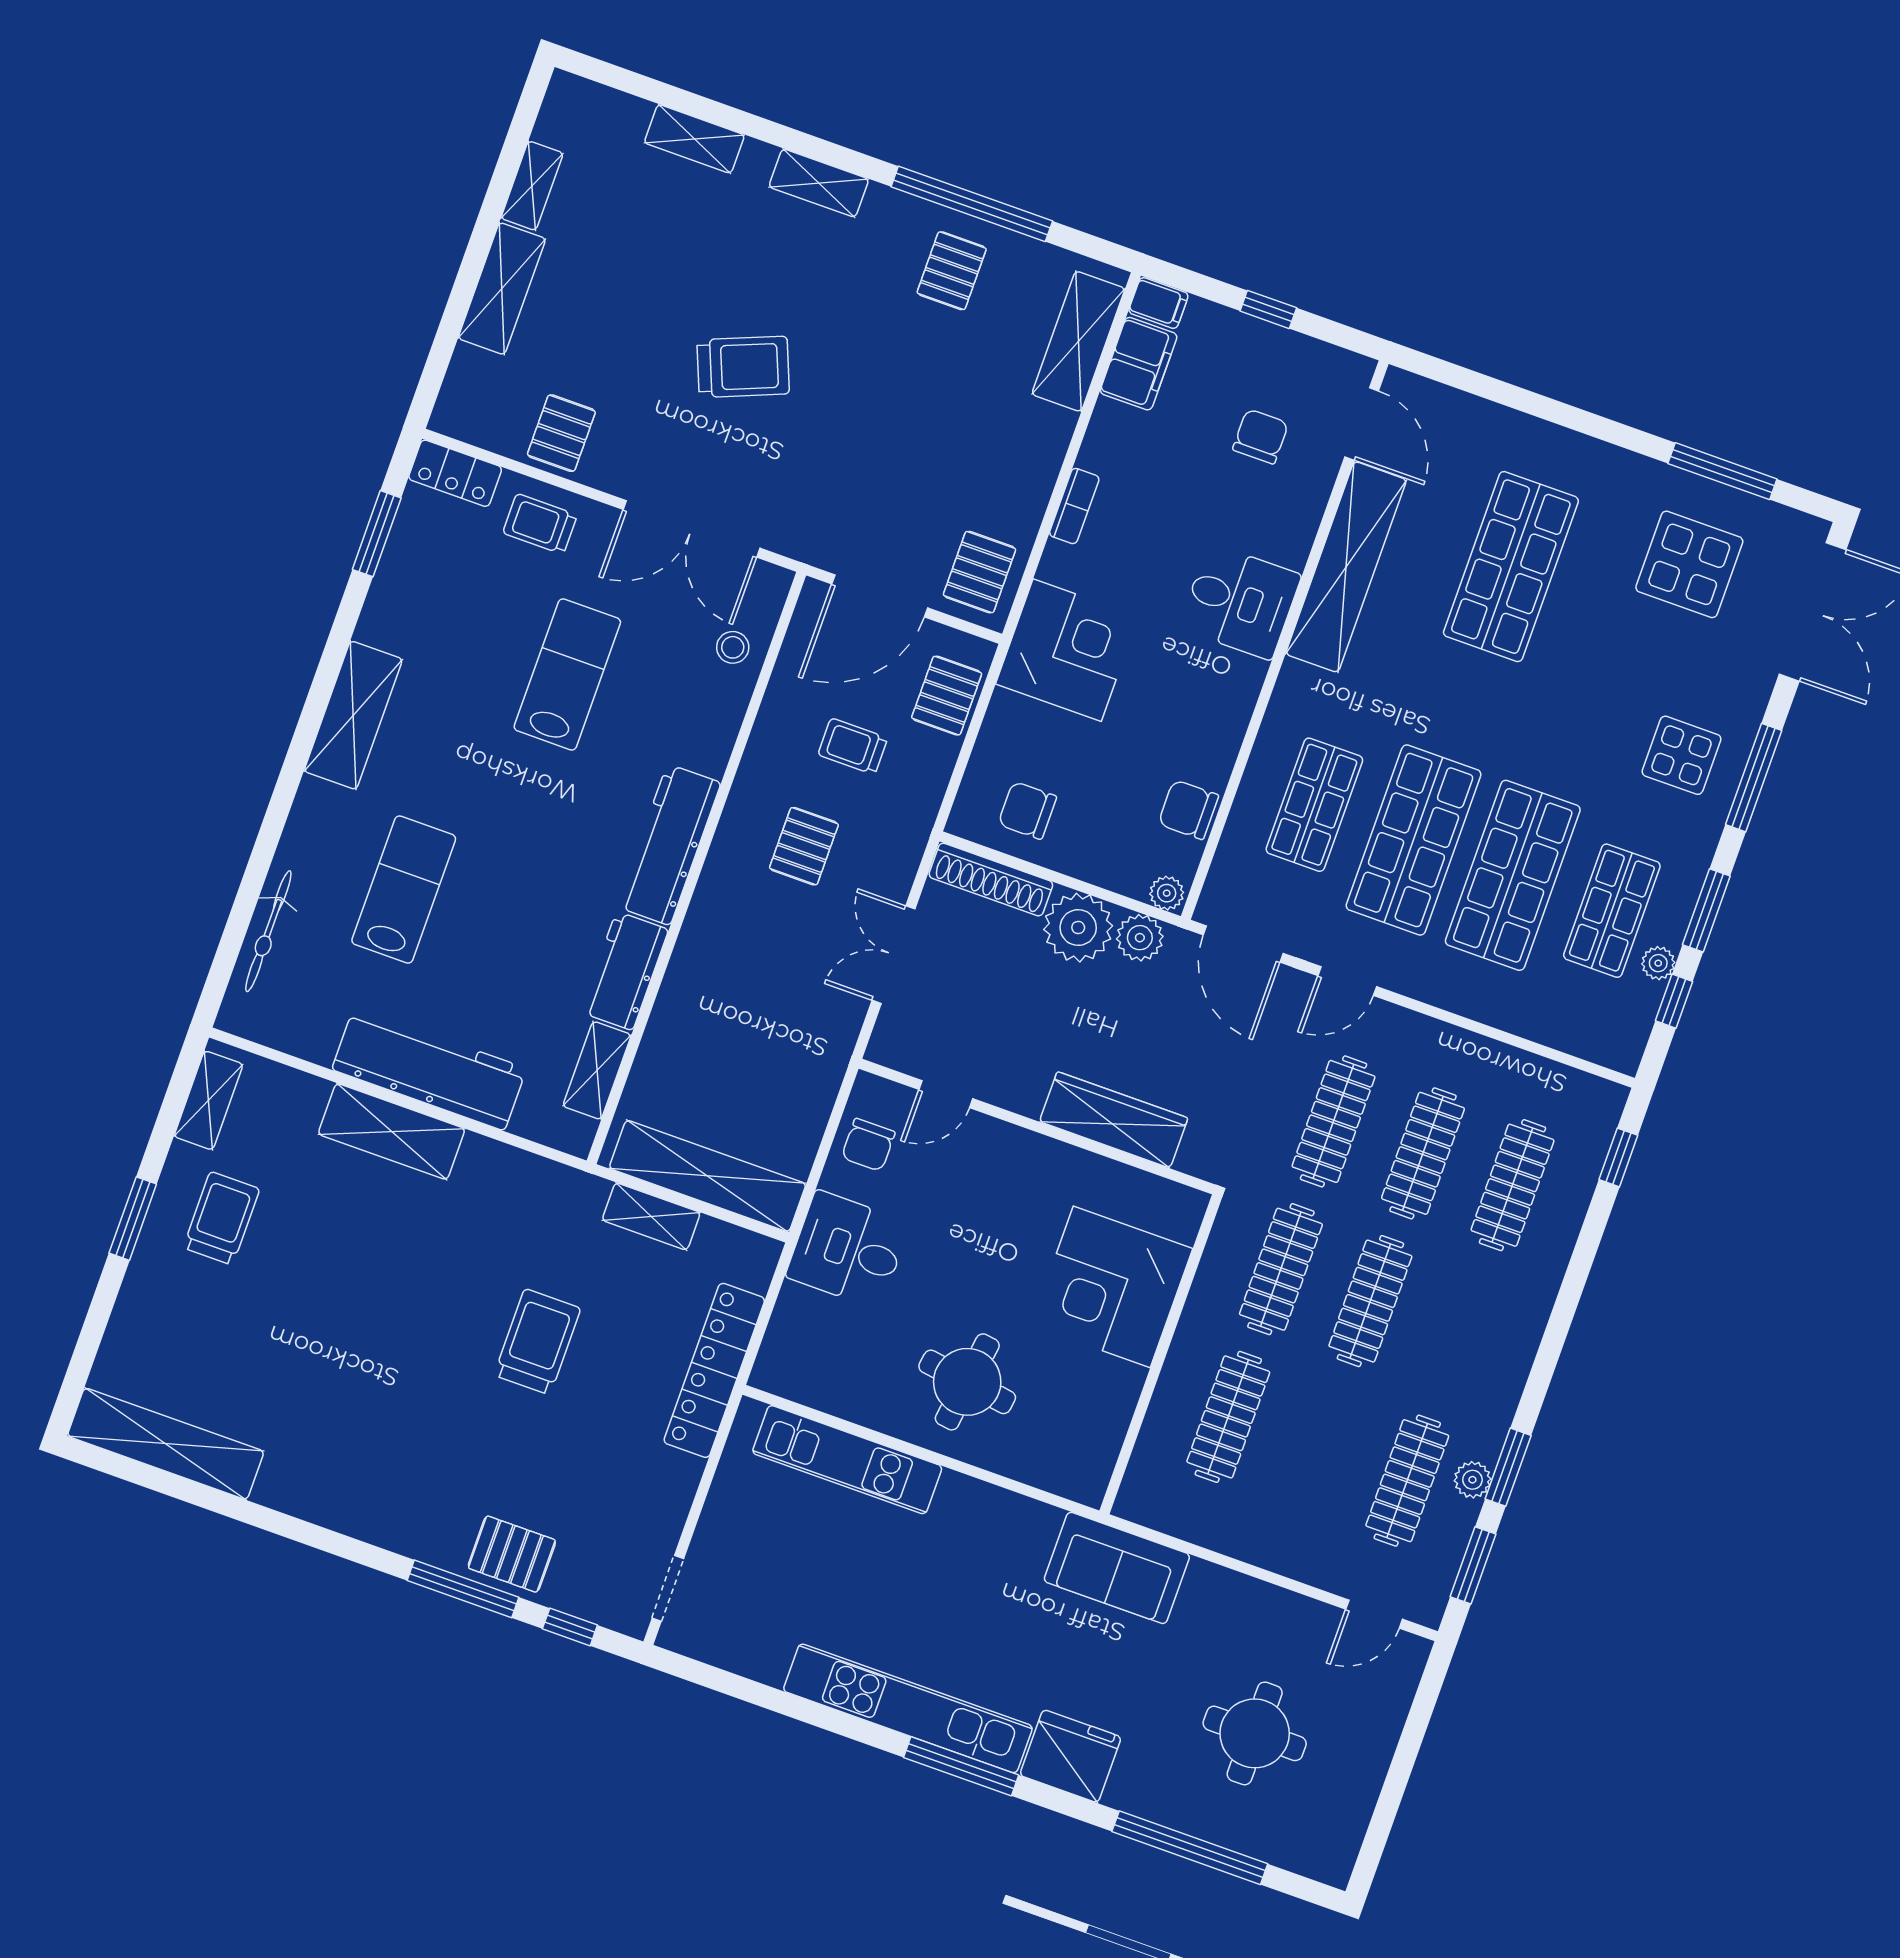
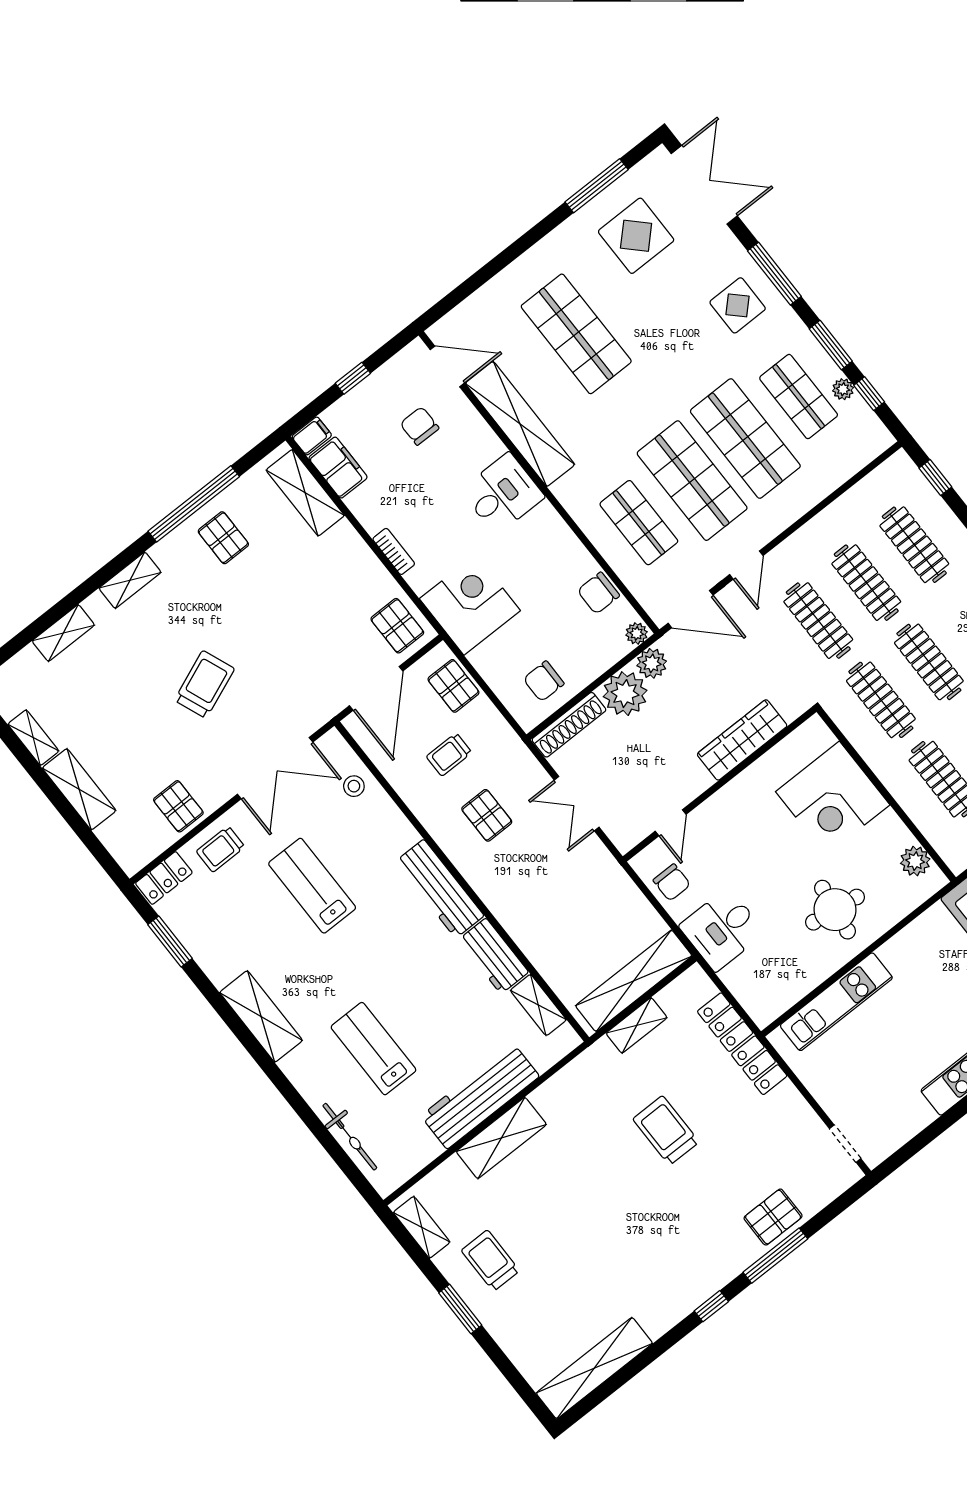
plant: (1097, 1447) -> (915, 861), added
window: (570, 1627) -> (711, 1306), moved

